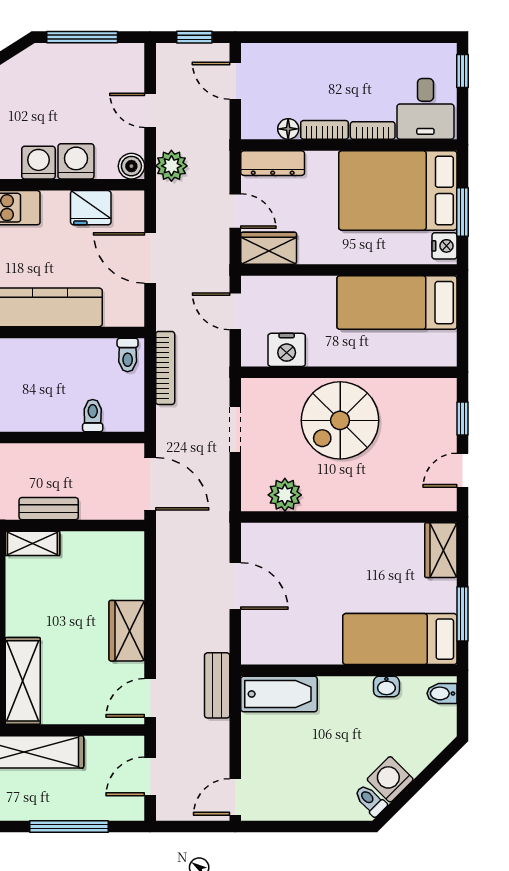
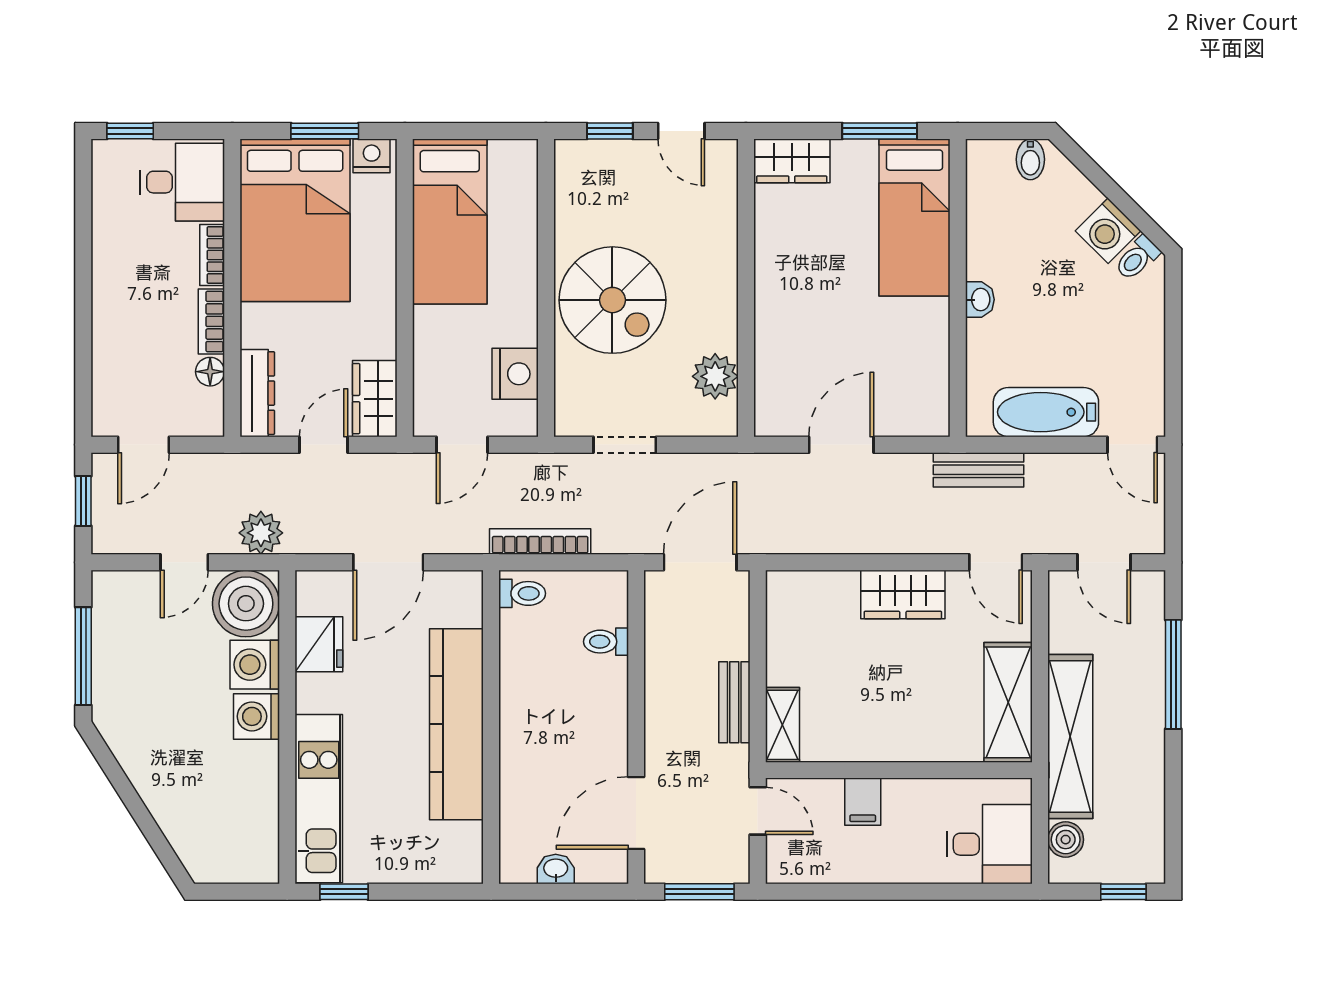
boiler: (131, 166) -> (246, 604), width x1.86, depth x1.86
shelving: (23, 681) -> (1008, 702), moved, turned 90
washbasin: (386, 686) -> (980, 300), moved
bidet: (442, 693) -> (1030, 159), moved
bathtub: (279, 694) -> (1046, 412), moved, turned -90

